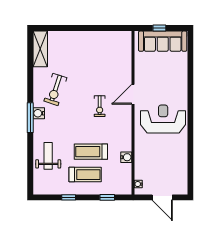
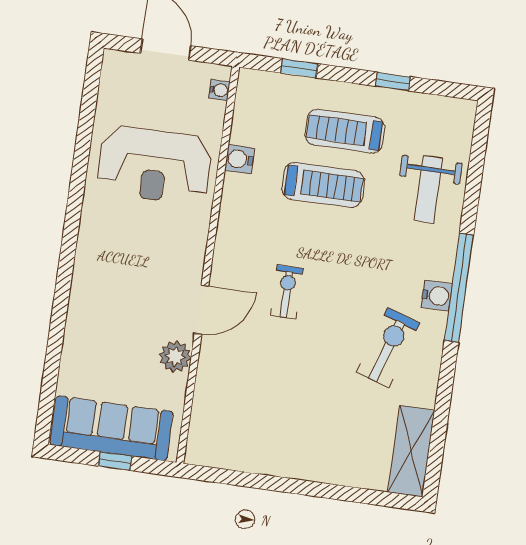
plant: (141, 74) -> (175, 357), added
window: (30, 118) -> (459, 288), width x1.46
reception desk: (163, 119) -> (155, 165), moved

